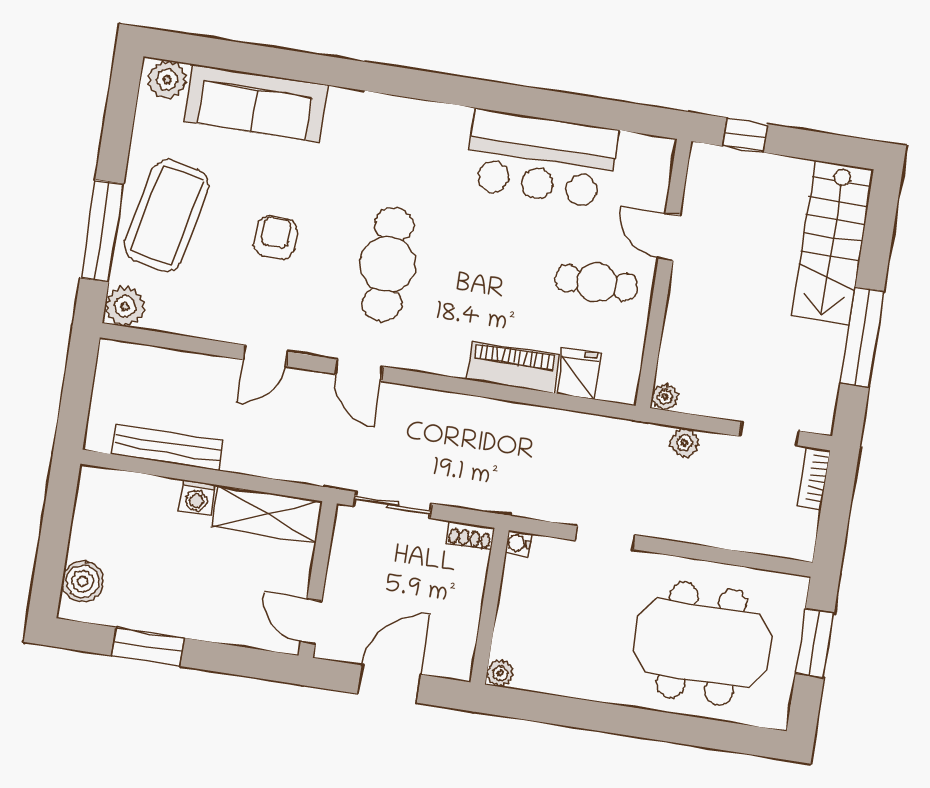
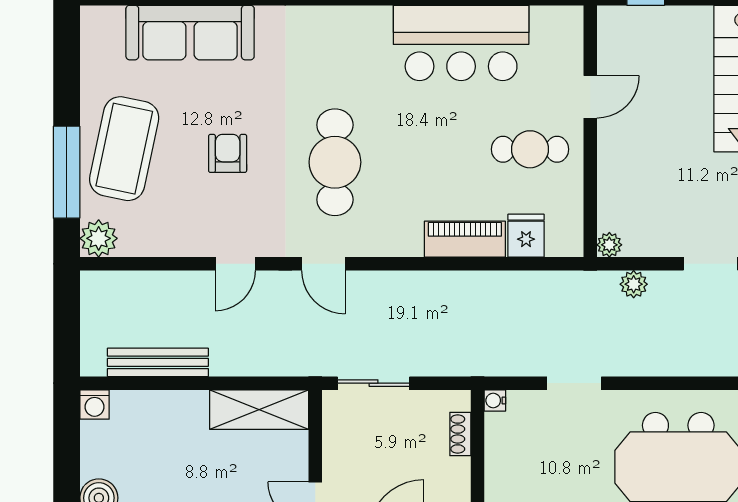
plant: (167, 80) -> (105, 23), removed
door: (669, 237) -> (590, 97), swing flipped
washing machine: (197, 498) -> (95, 404), moved
shoe rack: (470, 535) -> (460, 434), moved, turned 90

